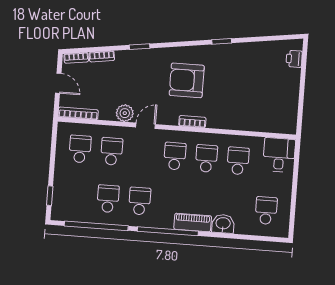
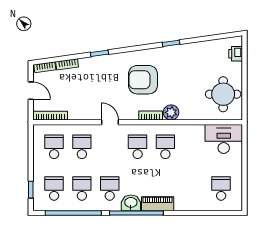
round table: (277, 104) -> (223, 94), added
plant: (125, 113) -> (171, 112), moved
door: (146, 126) -> (110, 122), hinge flipped
desk: (279, 155) -> (224, 139), width x1.37
school desk: (238, 161) -> (54, 188), moved
washbasin: (223, 224) -> (131, 203), moved

